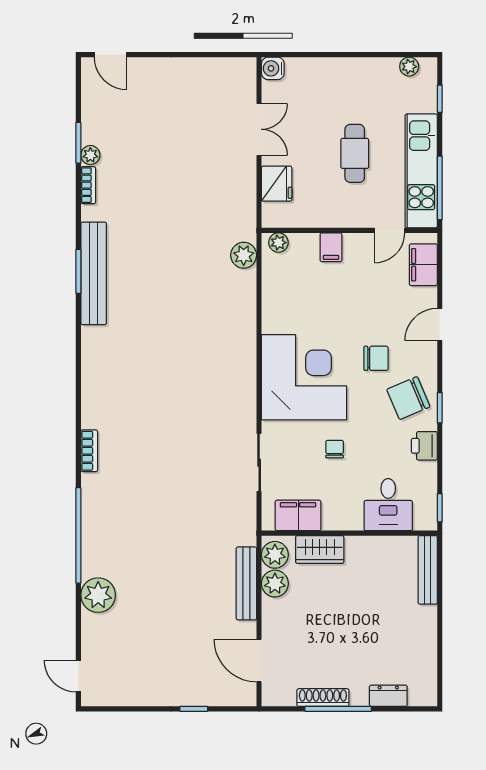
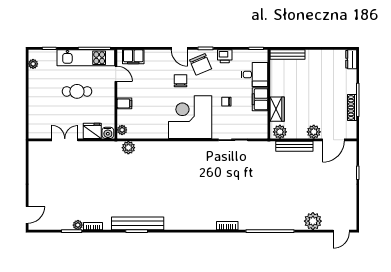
water cooler: (273, 68) -> (108, 133), moved
door: (440, 324) -> (179, 48), moved
filing cabinet: (298, 515) -> (260, 99), moved
plant: (275, 584) -> (314, 132), moved
plant: (98, 595) -> (313, 221), moved
dresser: (388, 696) -> (351, 59), moved

